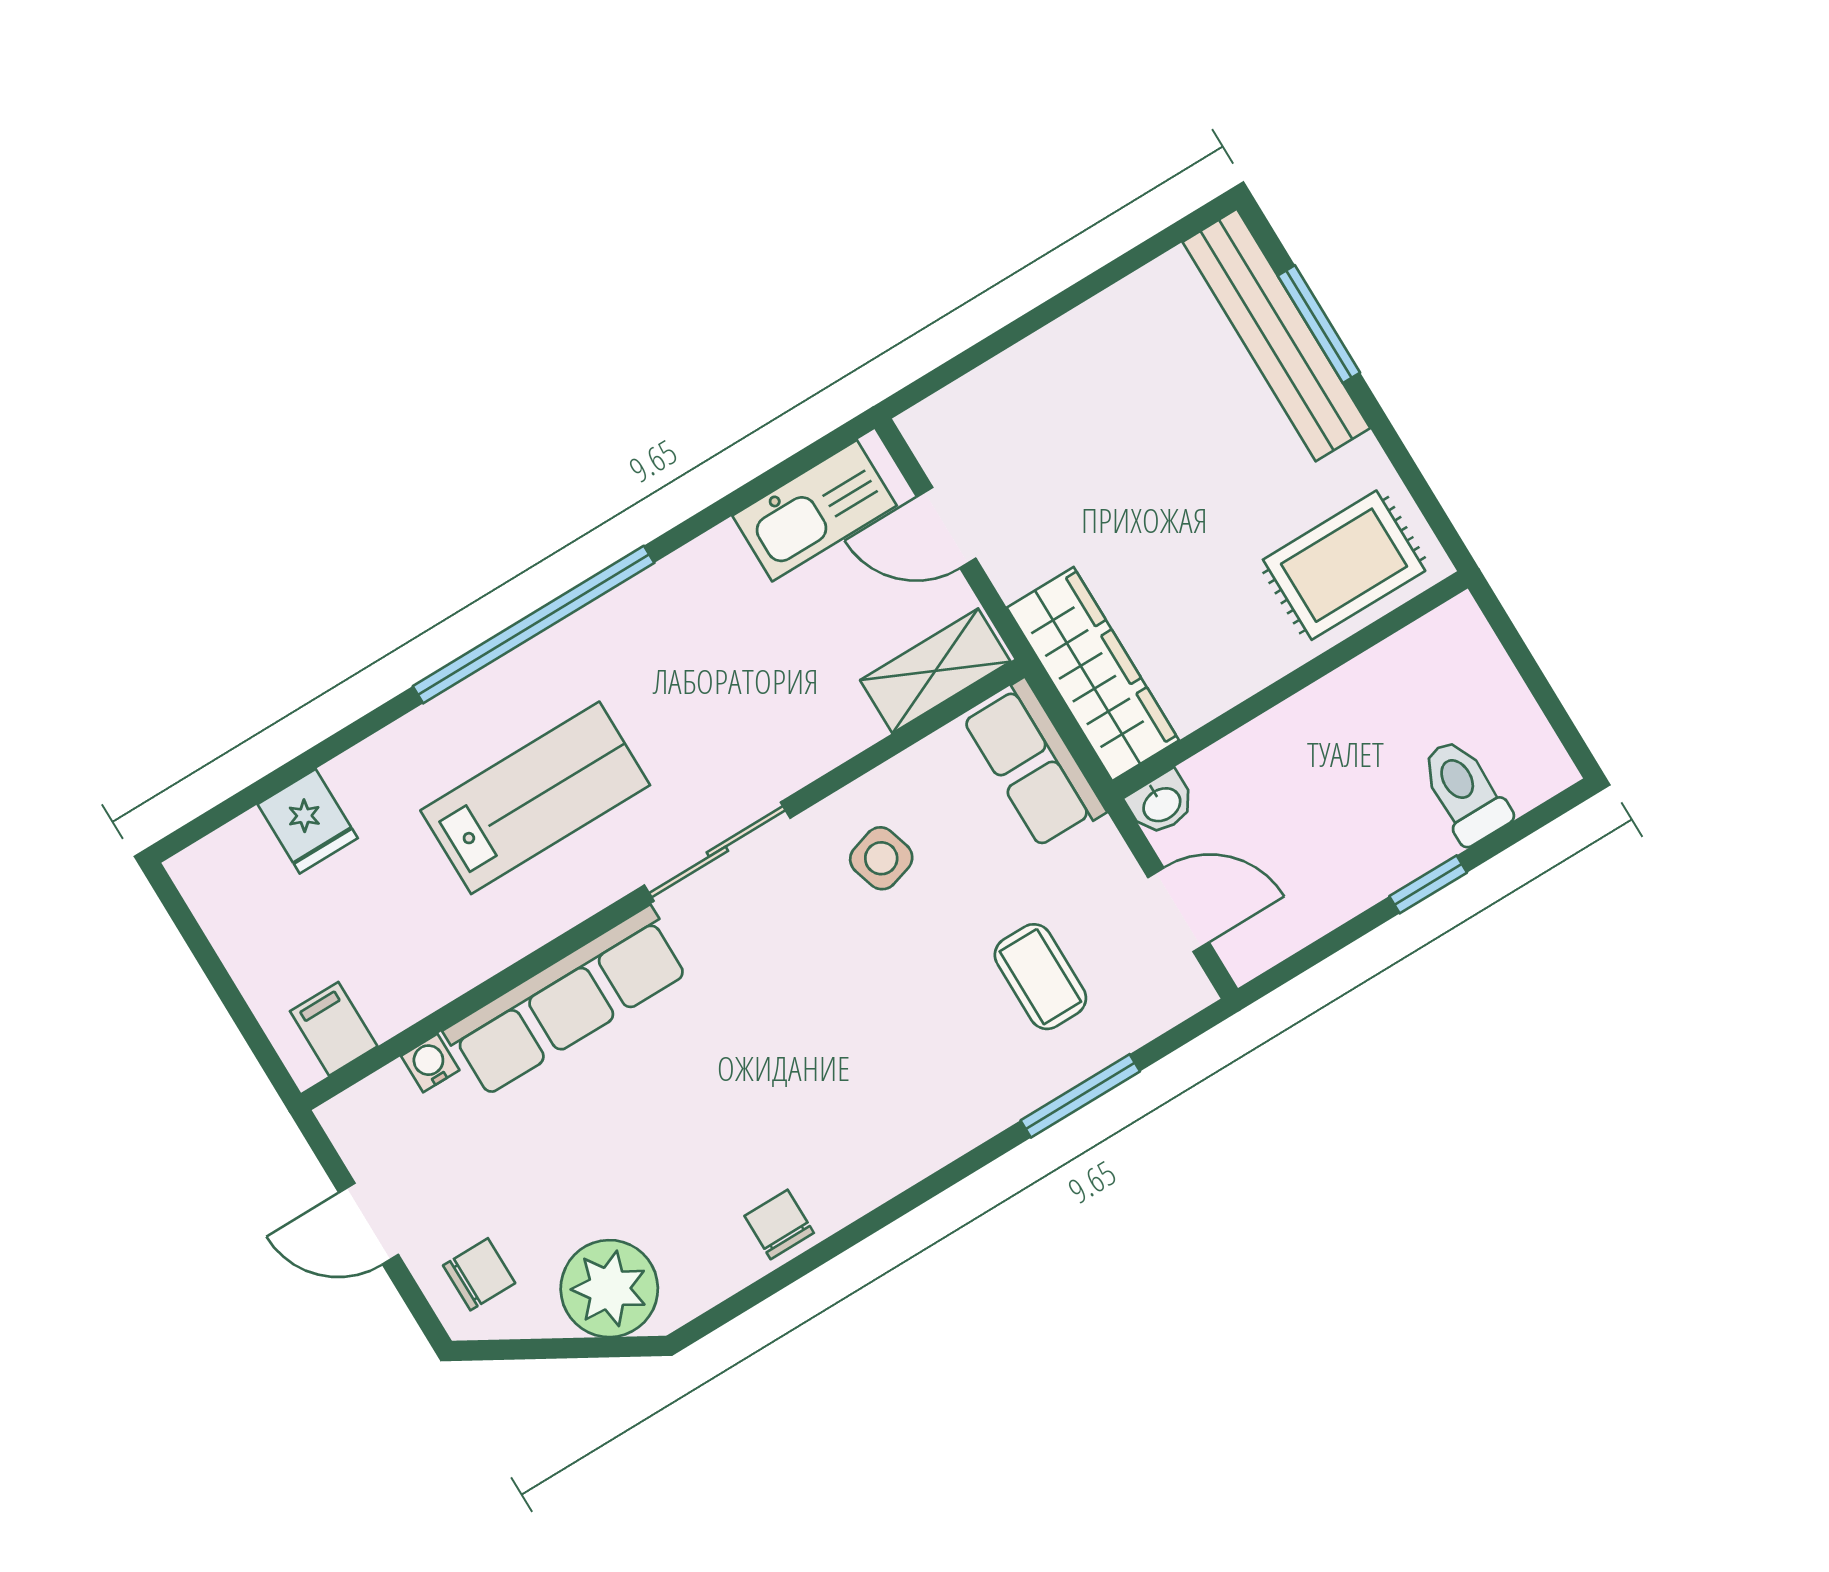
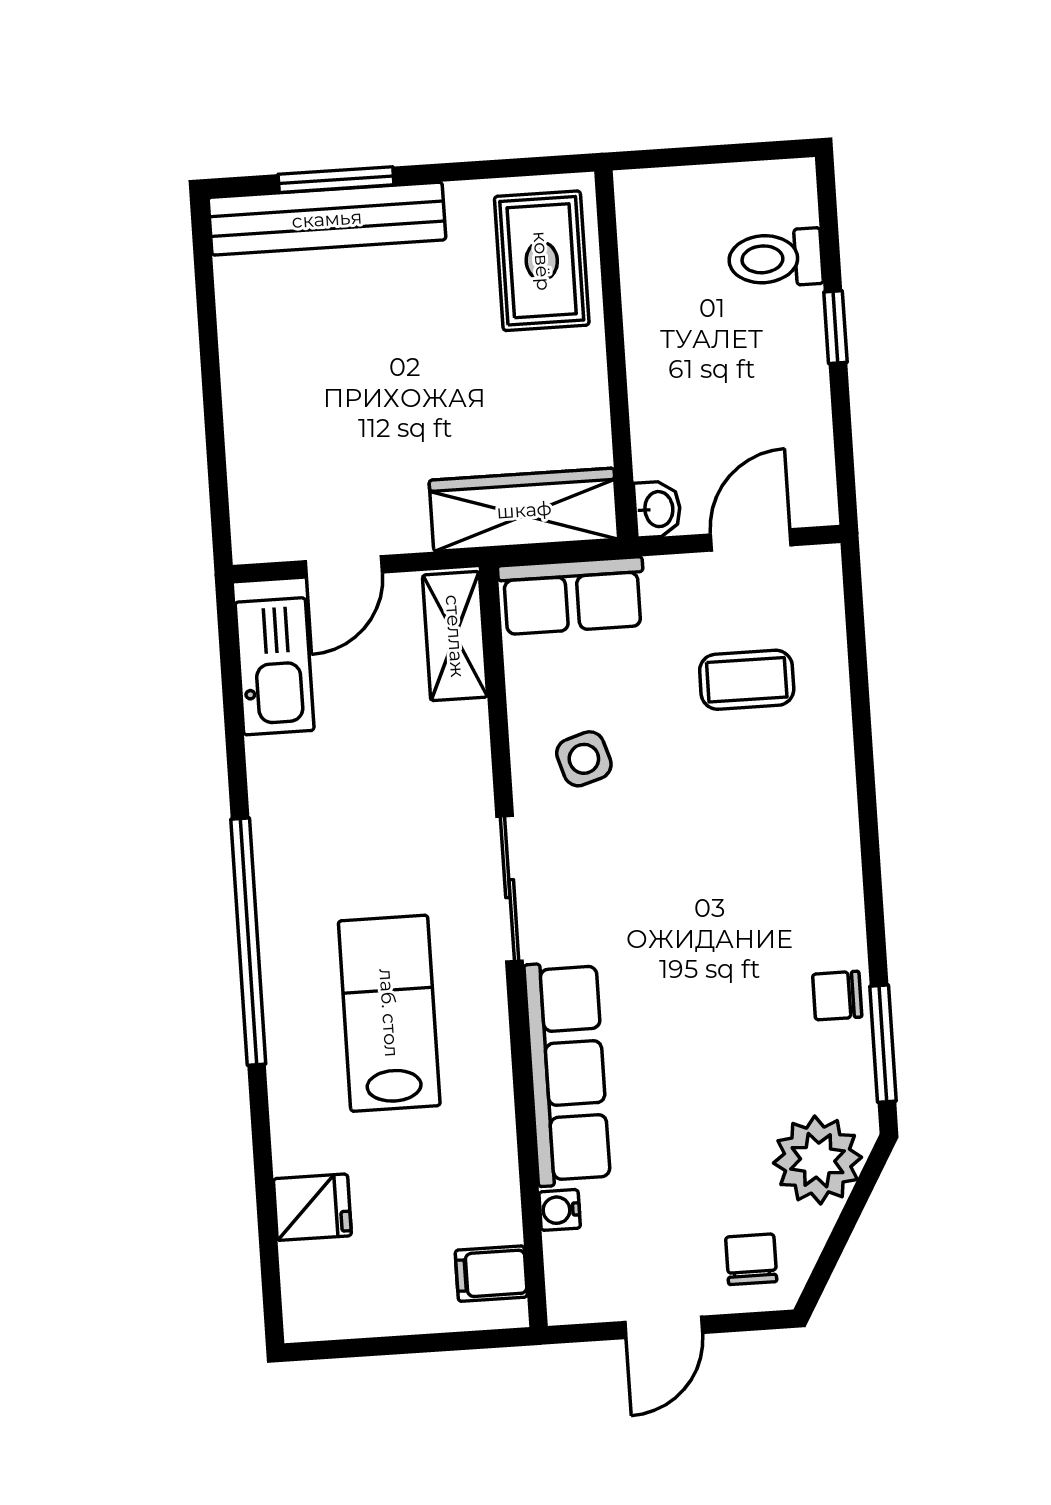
window: (1080, 1096) -> (883, 1044), moved

